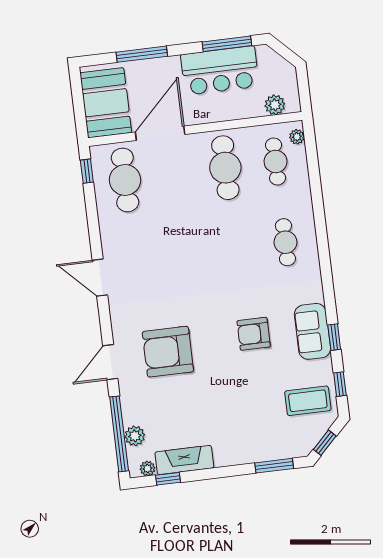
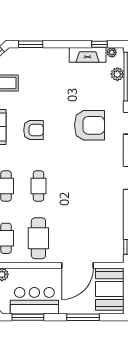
cafe table: (125, 180) -> (38, 186), moved, width x0.73, depth x0.74

